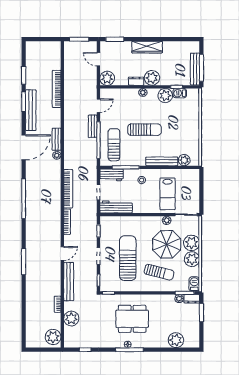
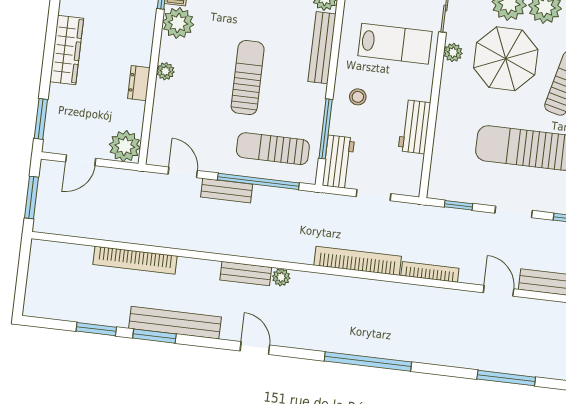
plant: (152, 78) -> (136, 47), removed
door: (24, 147) -> (255, 348), width x0.53
workbench: (116, 207) -> (414, 127), moved, width x0.73

